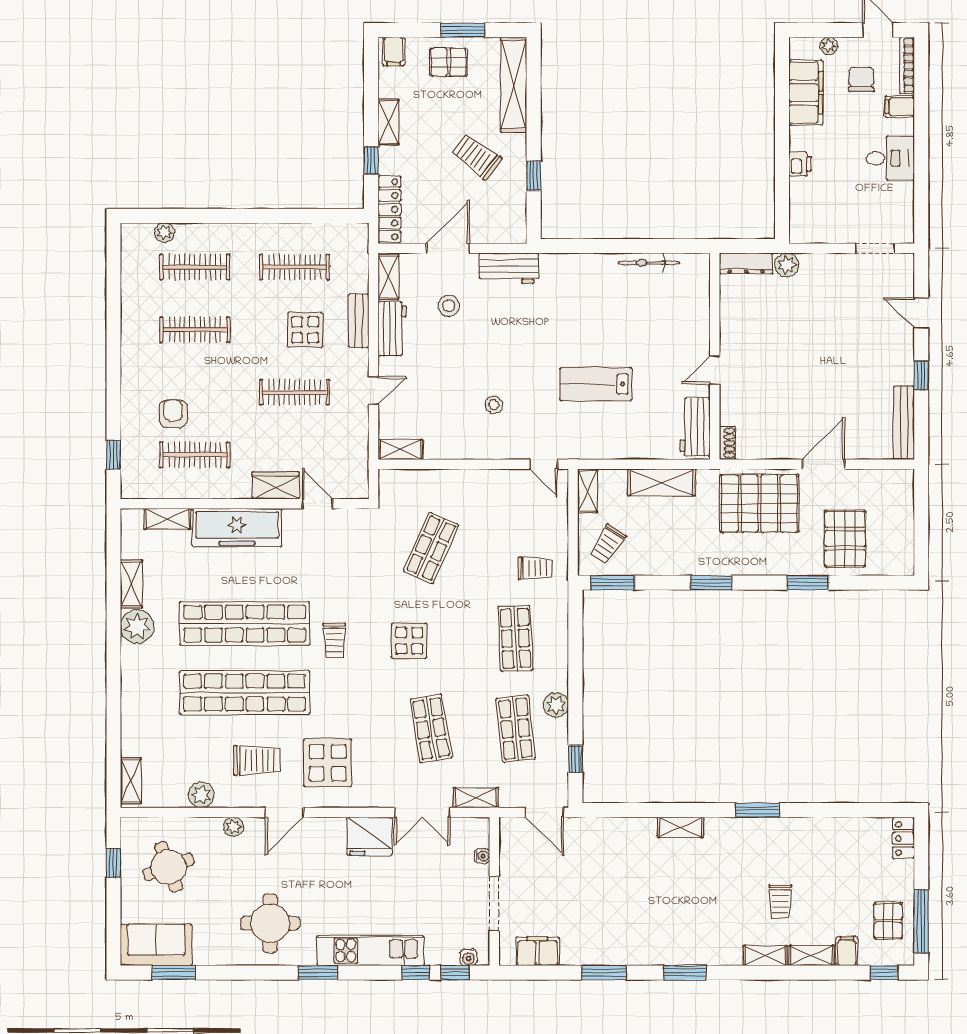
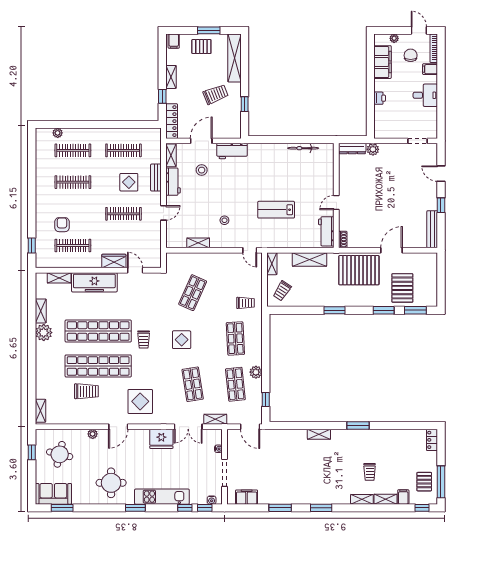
trolley: (476, 157) -> (216, 94), turned 121
shelving: (400, 450) -> (198, 243), moved
window: (612, 583) -> (415, 310), moved
trolley: (257, 760) -> (86, 391), moved
plant: (201, 795) -> (76, 418), removed
round table: (169, 867) -> (60, 454), turned 33

